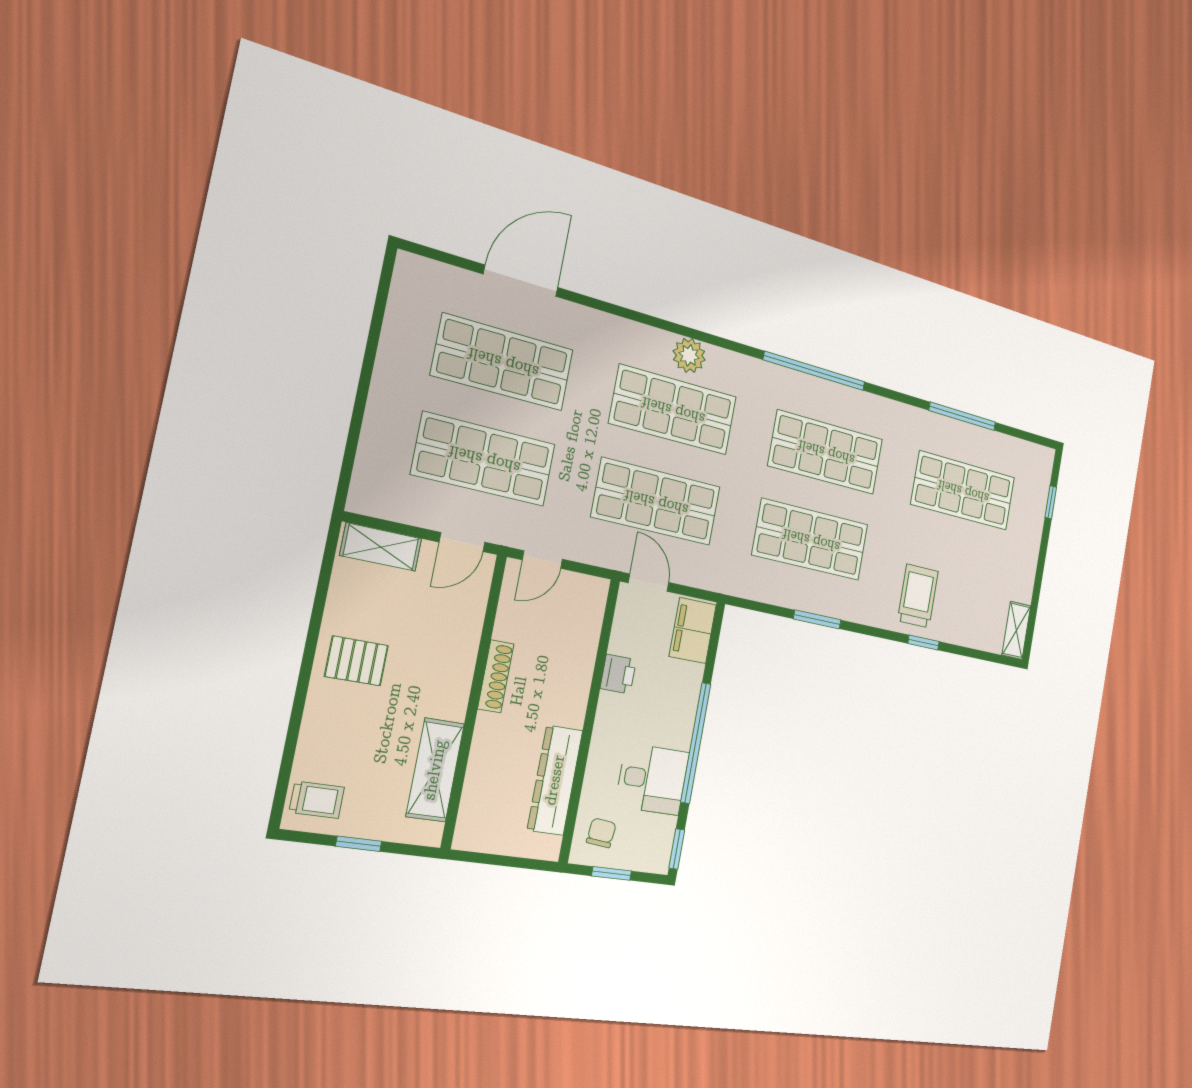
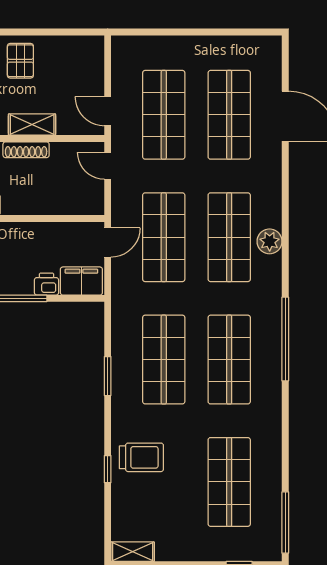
window: (962, 416) -> (285, 523), moved
shelving: (381, 547) -> (32, 125), moved, turned 90
printer: (618, 674) -> (46, 284), moved, turned 180

